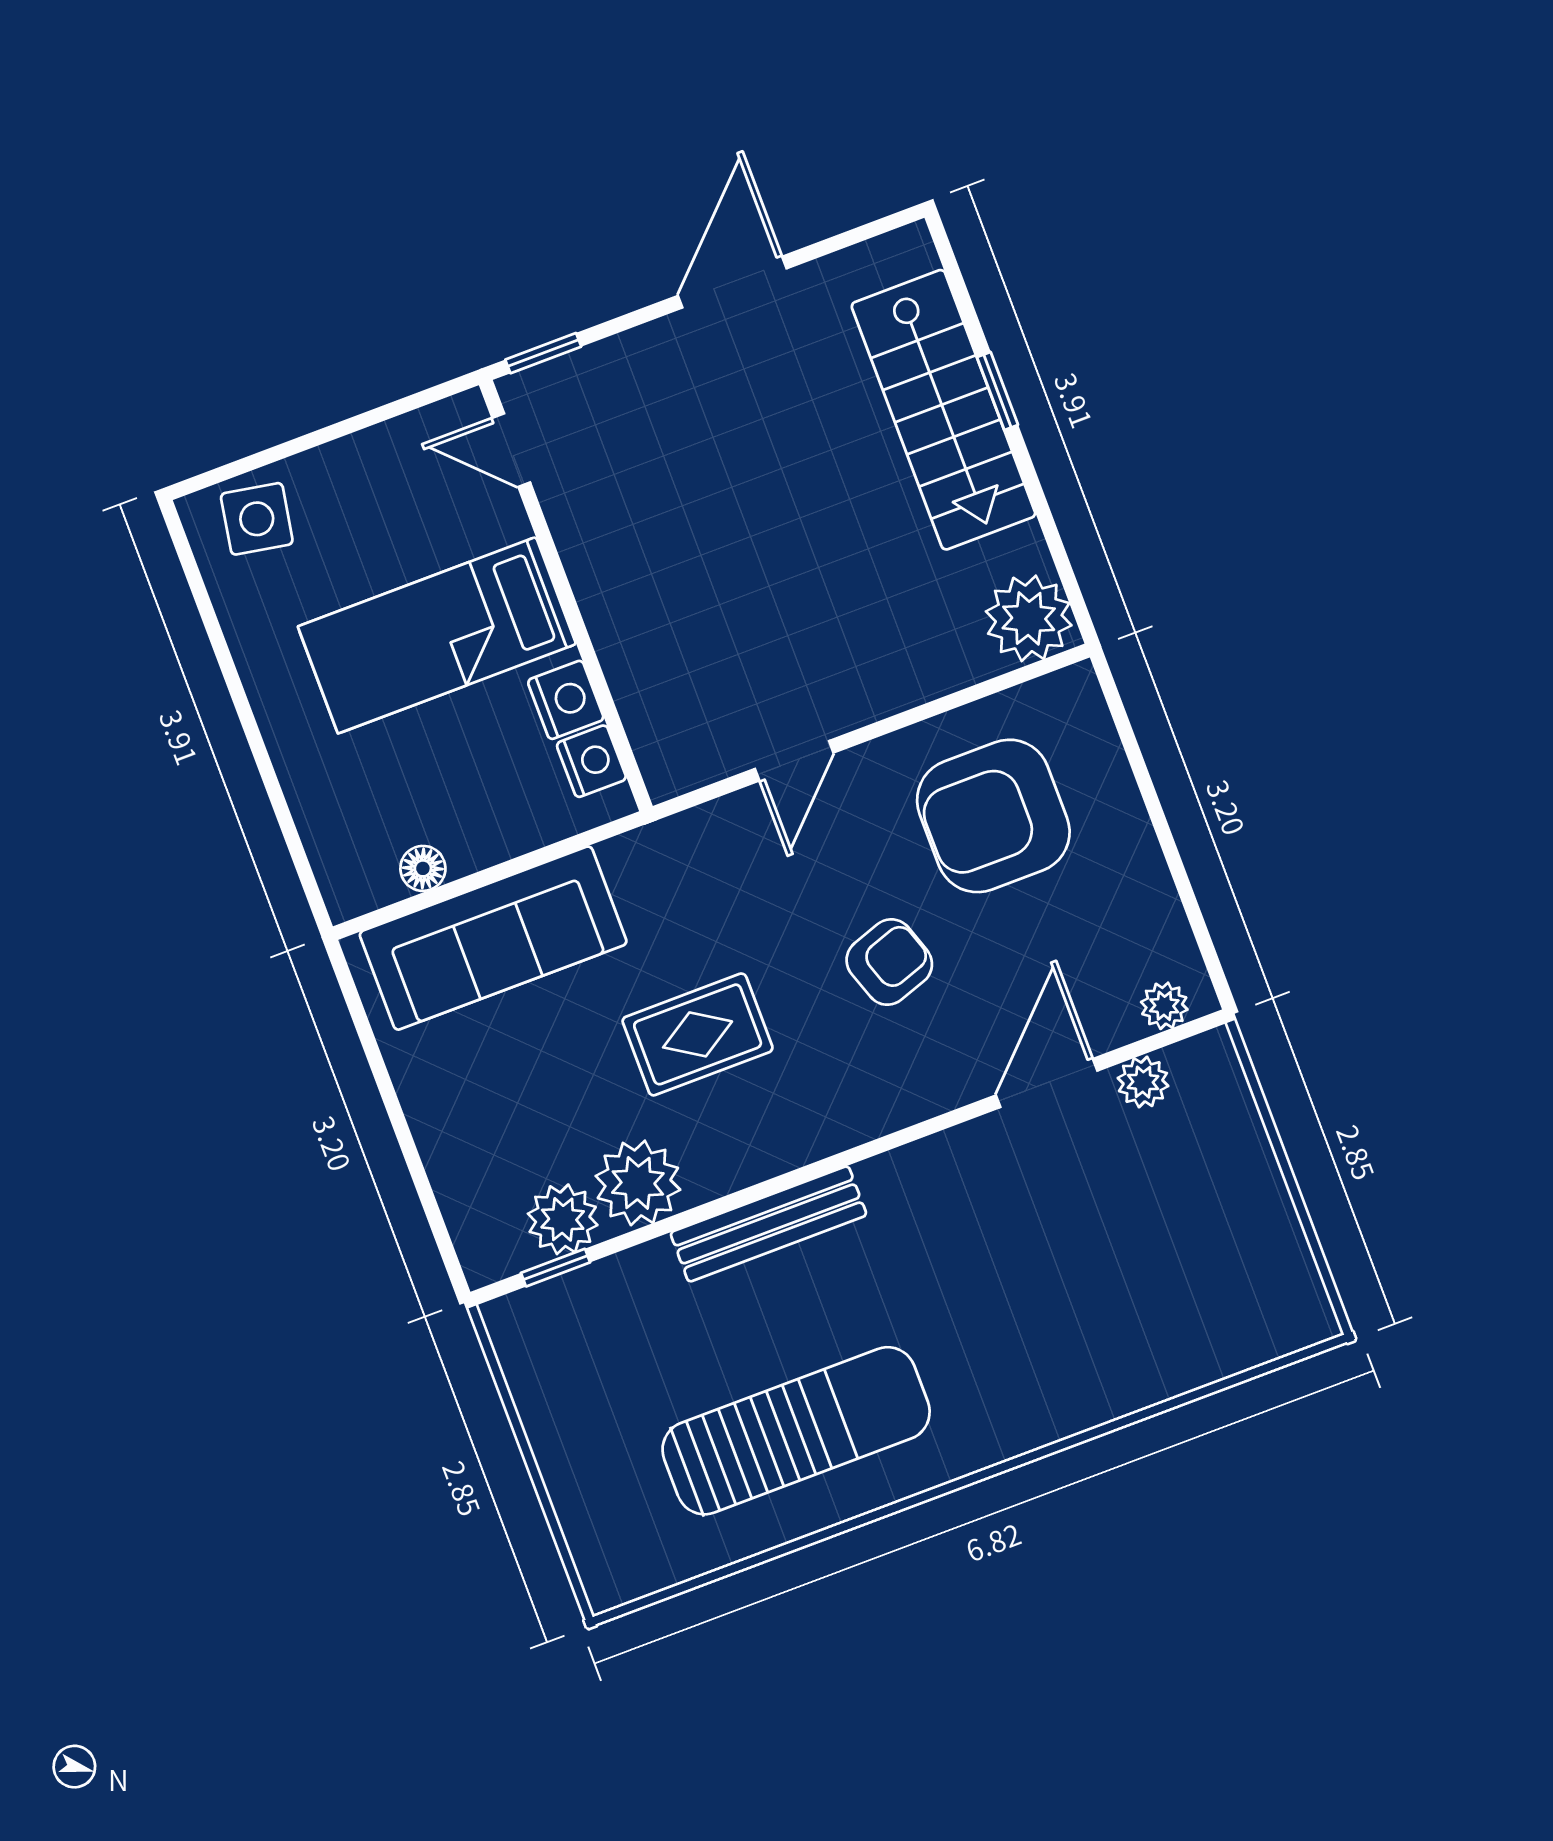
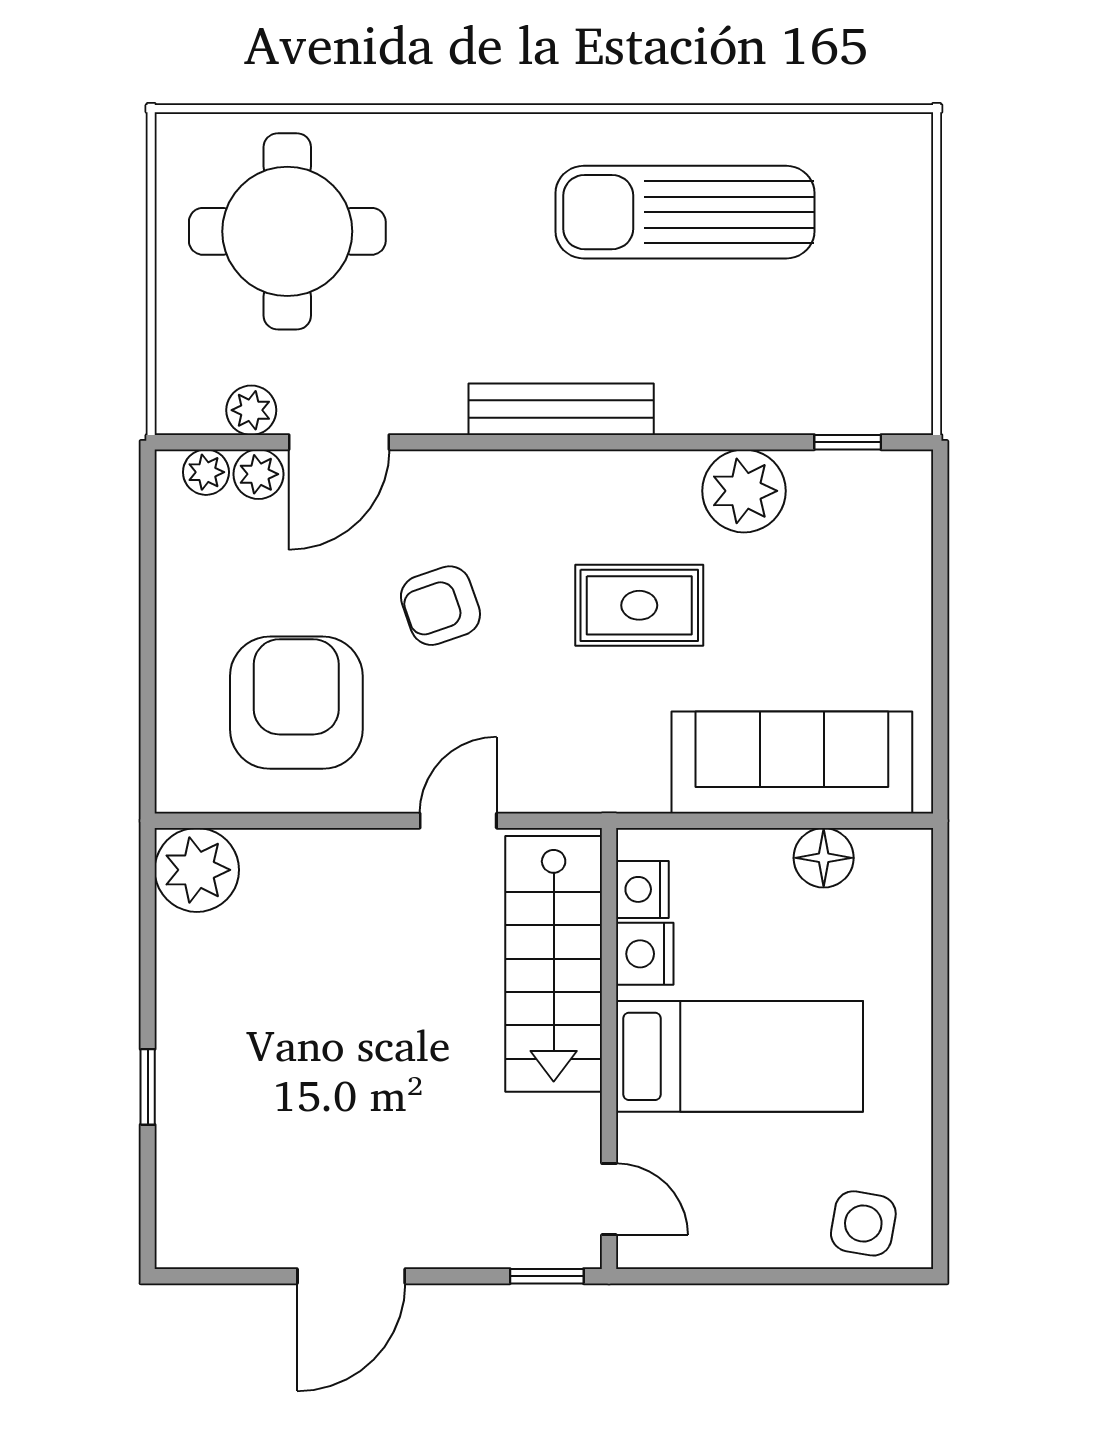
stairs: (943, 410) -> (554, 964), moved, turned 180
armchair: (993, 816) -> (296, 703), turned -90
floor lamp: (423, 868) -> (824, 858), width x1.37, depth x1.37
plant: (563, 1219) -> (259, 474), moved, width x0.73, depth x0.73
bench: (768, 1224) -> (561, 409), moved
round table: (1173, 1268) -> (287, 231), added

